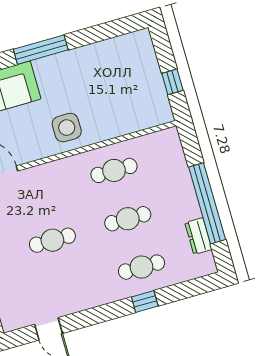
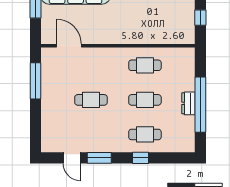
side table: (67, 128) -> (122, 28), removed
dresser: (198, 236) -> (188, 103), moved
window: (87, 318) -> (99, 158), added

